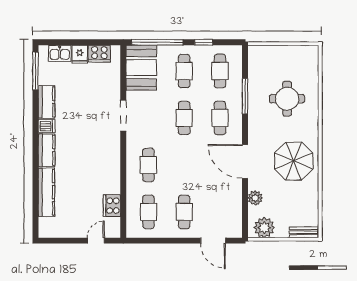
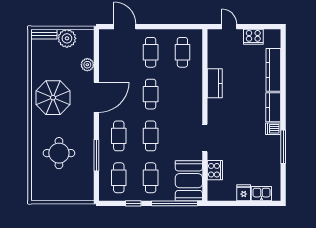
cooker: (99, 54) -> (215, 170), moved, turned 90
window: (35, 71) -> (283, 147), moved
kitchen counter: (47, 102) -> (215, 83), moved, turned 180
door: (245, 162) -> (96, 97), hinge flipped
cafe table: (148, 165) -> (151, 94), moved
cooker: (112, 206) -> (253, 37), moved, turned 90
plant: (264, 228) -> (67, 38), moved
door: (96, 241) -> (229, 27), swing flipped

